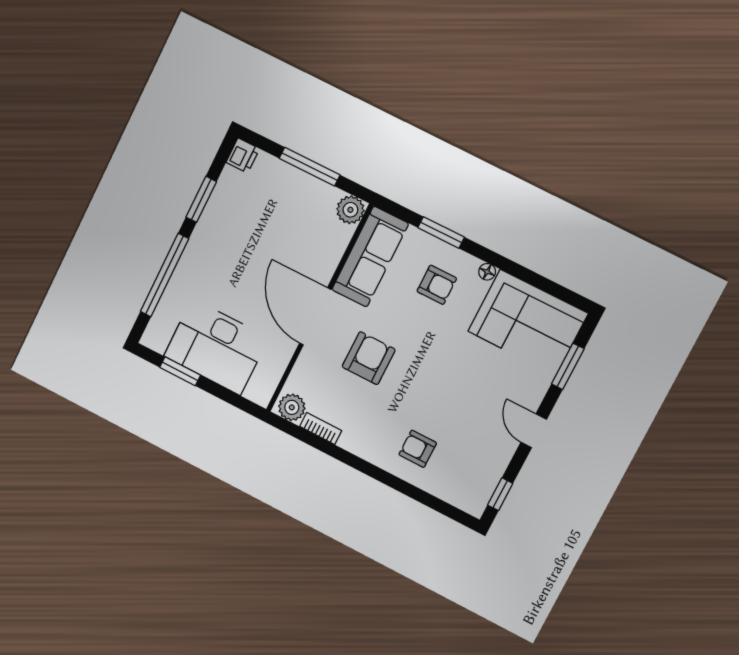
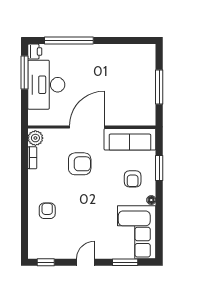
printer: (243, 156) -> (35, 52), moved, turned -90
window: (201, 199) -> (116, 41), removed
plant: (350, 210) -> (148, 118), removed
window: (180, 371) -> (24, 73), width x1.44

